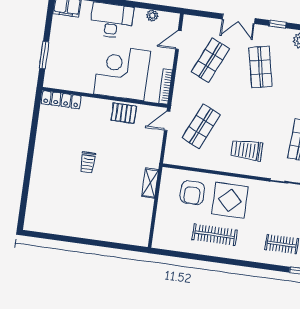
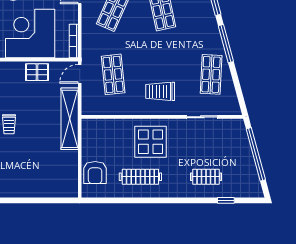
shop shelf: (201, 126) -> (113, 74), turned -30
shelving: (150, 183) -> (70, 119), width x2.20, depth x1.33
armchair: (192, 193) -> (95, 173), moved

